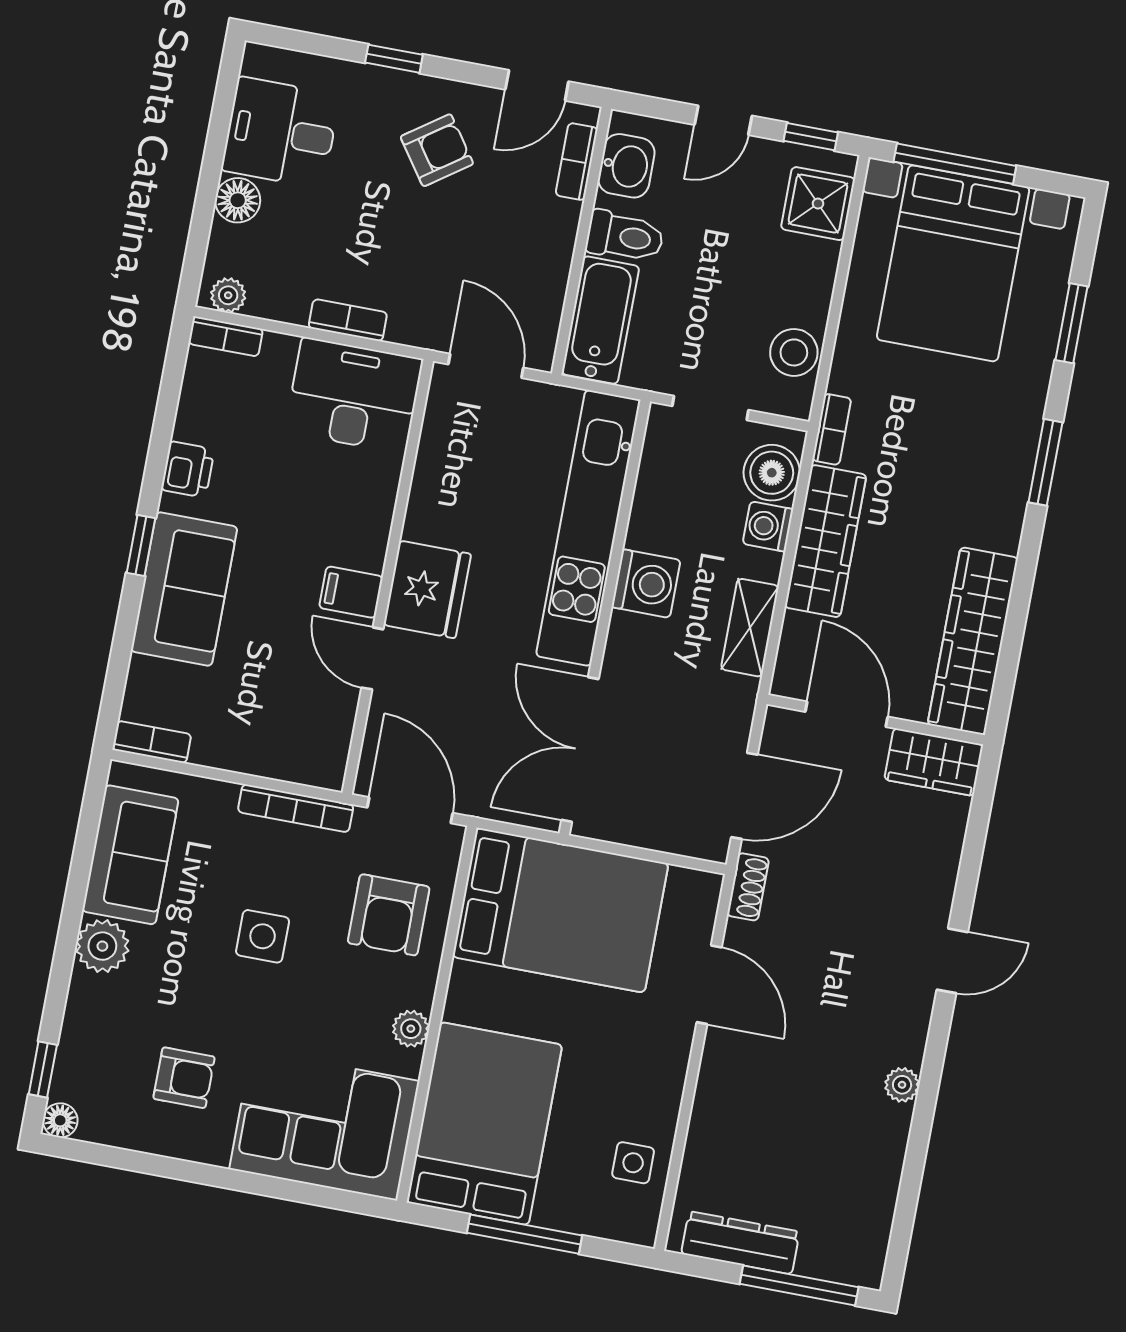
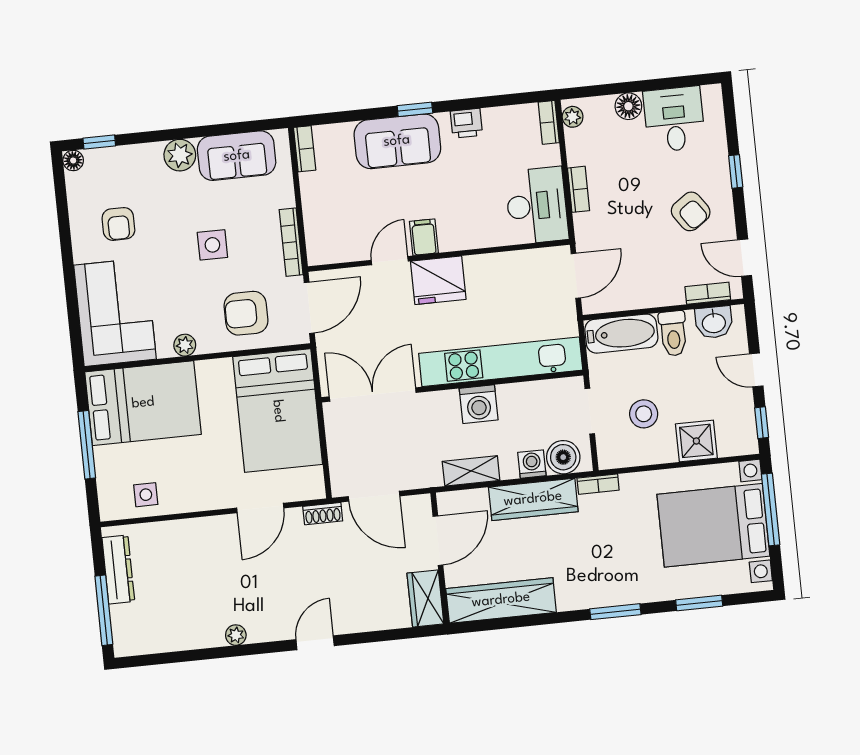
shower: (818, 204) -> (696, 441), moved
stool: (794, 352) -> (644, 414), moved
door: (952, 961) -> (315, 643), swing flipped

